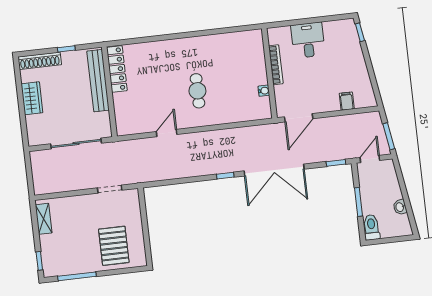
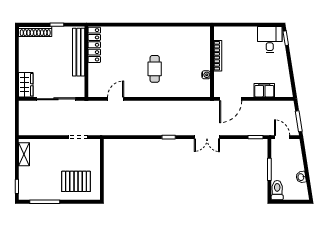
desk: (308, 40) -> (270, 40), moved
wardrobe: (32, 98) -> (26, 85), moved
filing cabinet: (347, 101) -> (264, 90), width x2.00
door: (167, 133) -> (116, 99), moved
door: (370, 159) -> (282, 137), hinge flipped
double door: (274, 170) -> (207, 137), width x0.54
pallet: (114, 246) -> (76, 181), turned 90

